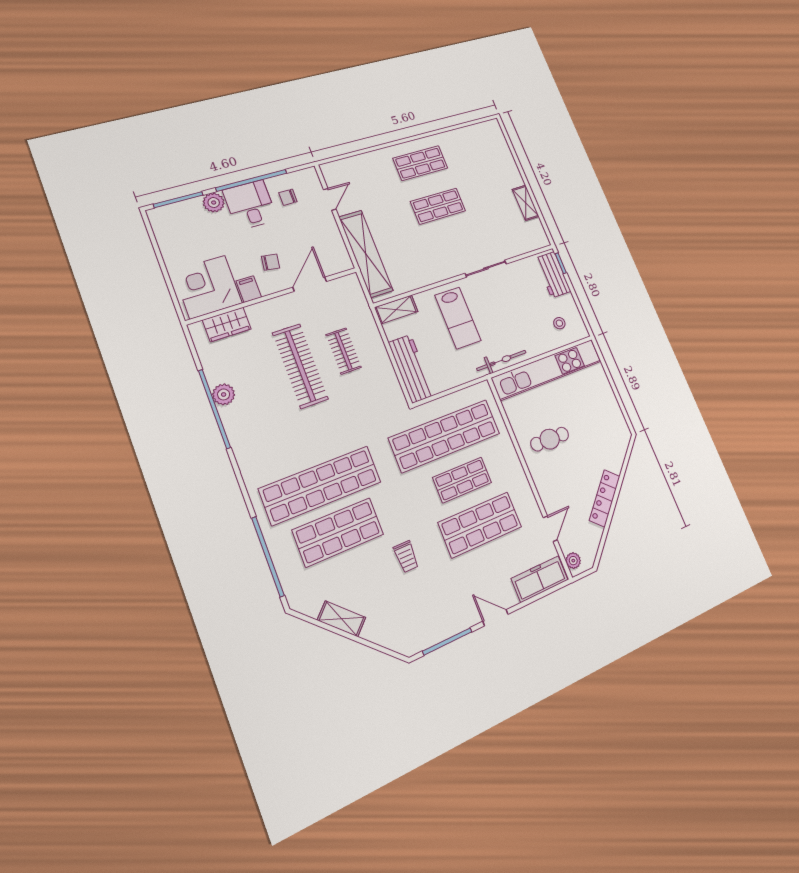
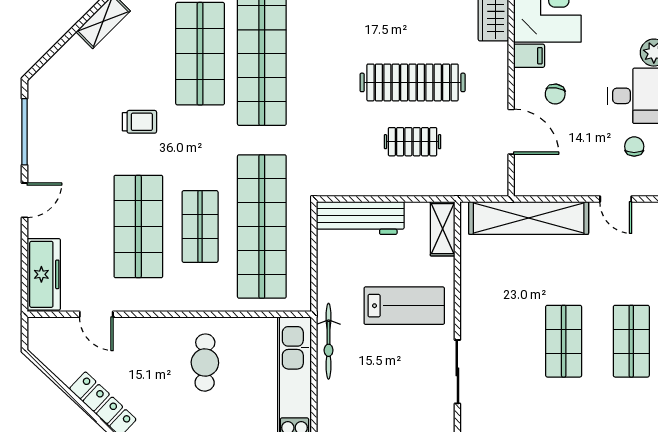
lab bench: (458, 318) -> (404, 306), turned 180
trolley: (406, 557) -> (139, 122), turned 180
plant: (573, 561) -> (46, 327), removed

